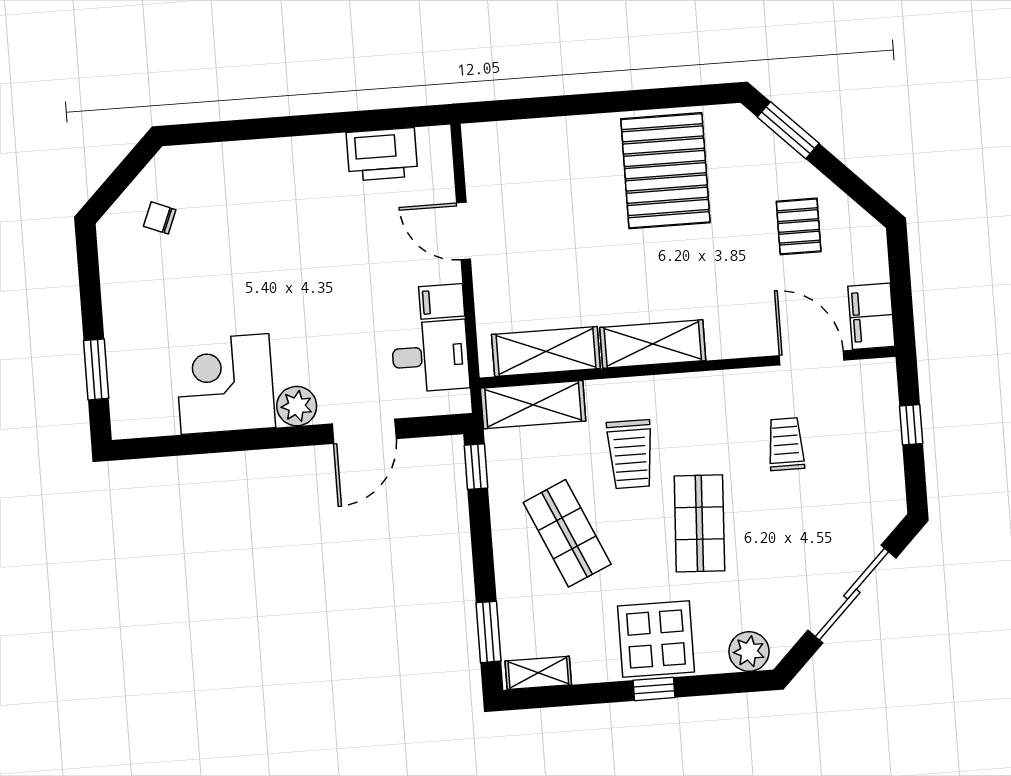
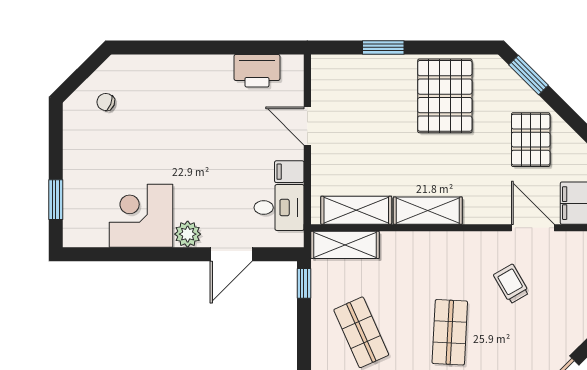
window: (568, 105) -> (383, 47), added
pallet: (799, 226) -> (531, 140), width x1.50, depth x1.42
trolley: (786, 444) -> (511, 284), turned -30
trolley: (630, 454) -> (407, 283), removed

